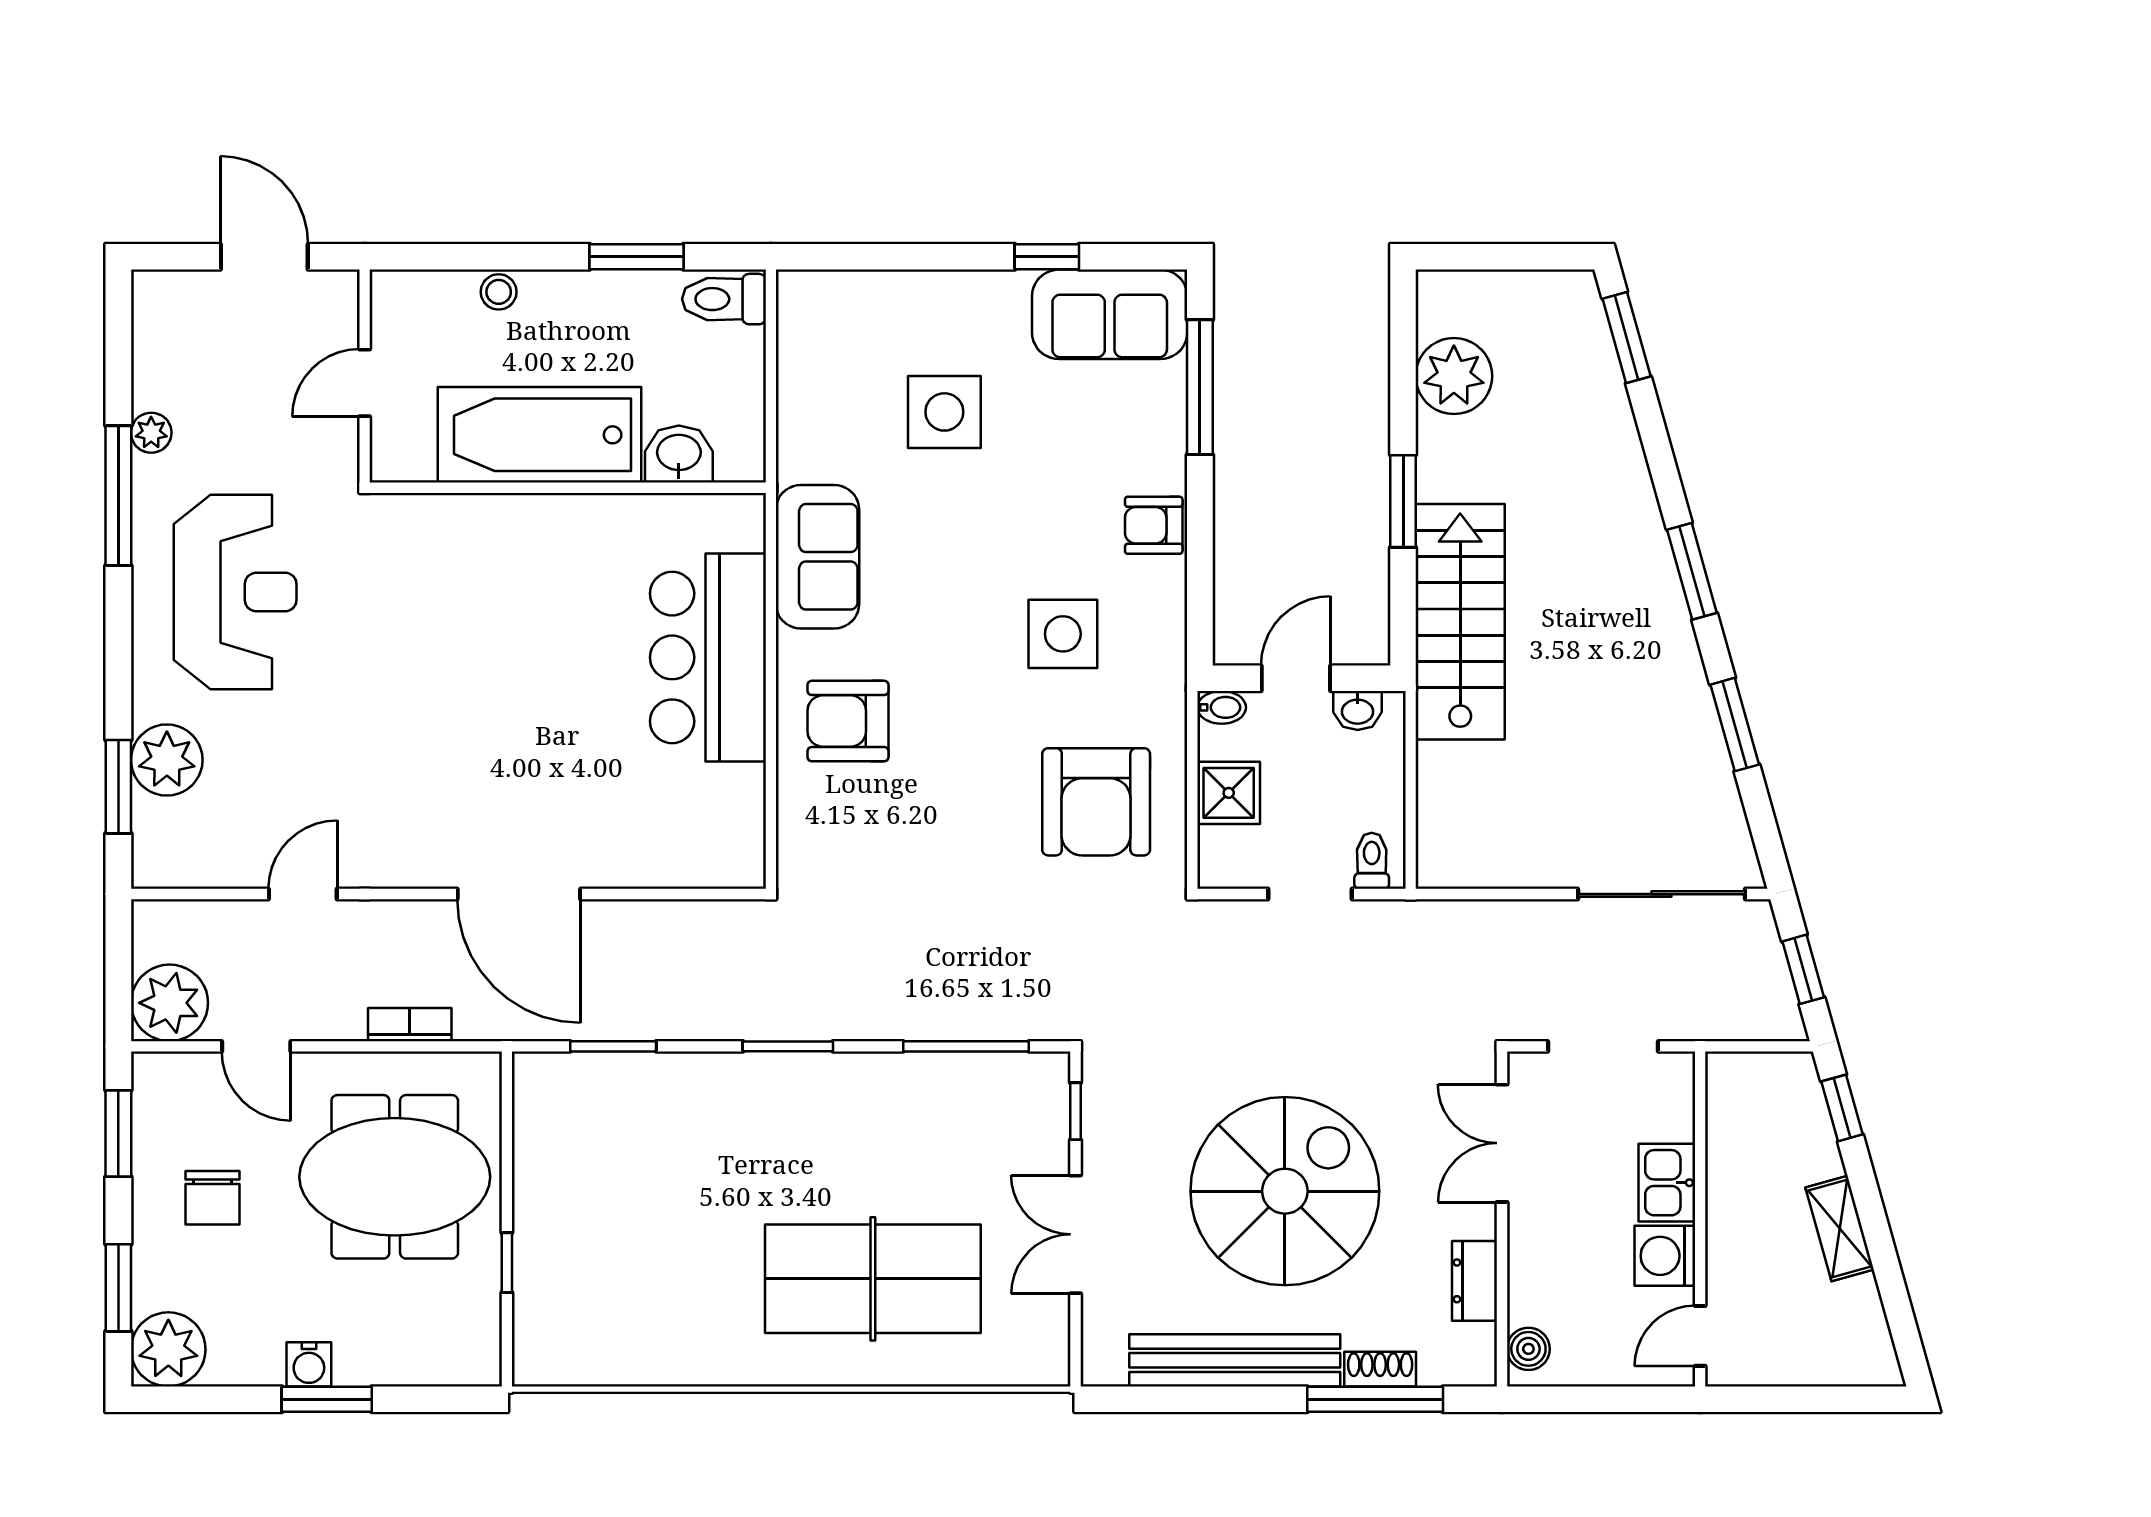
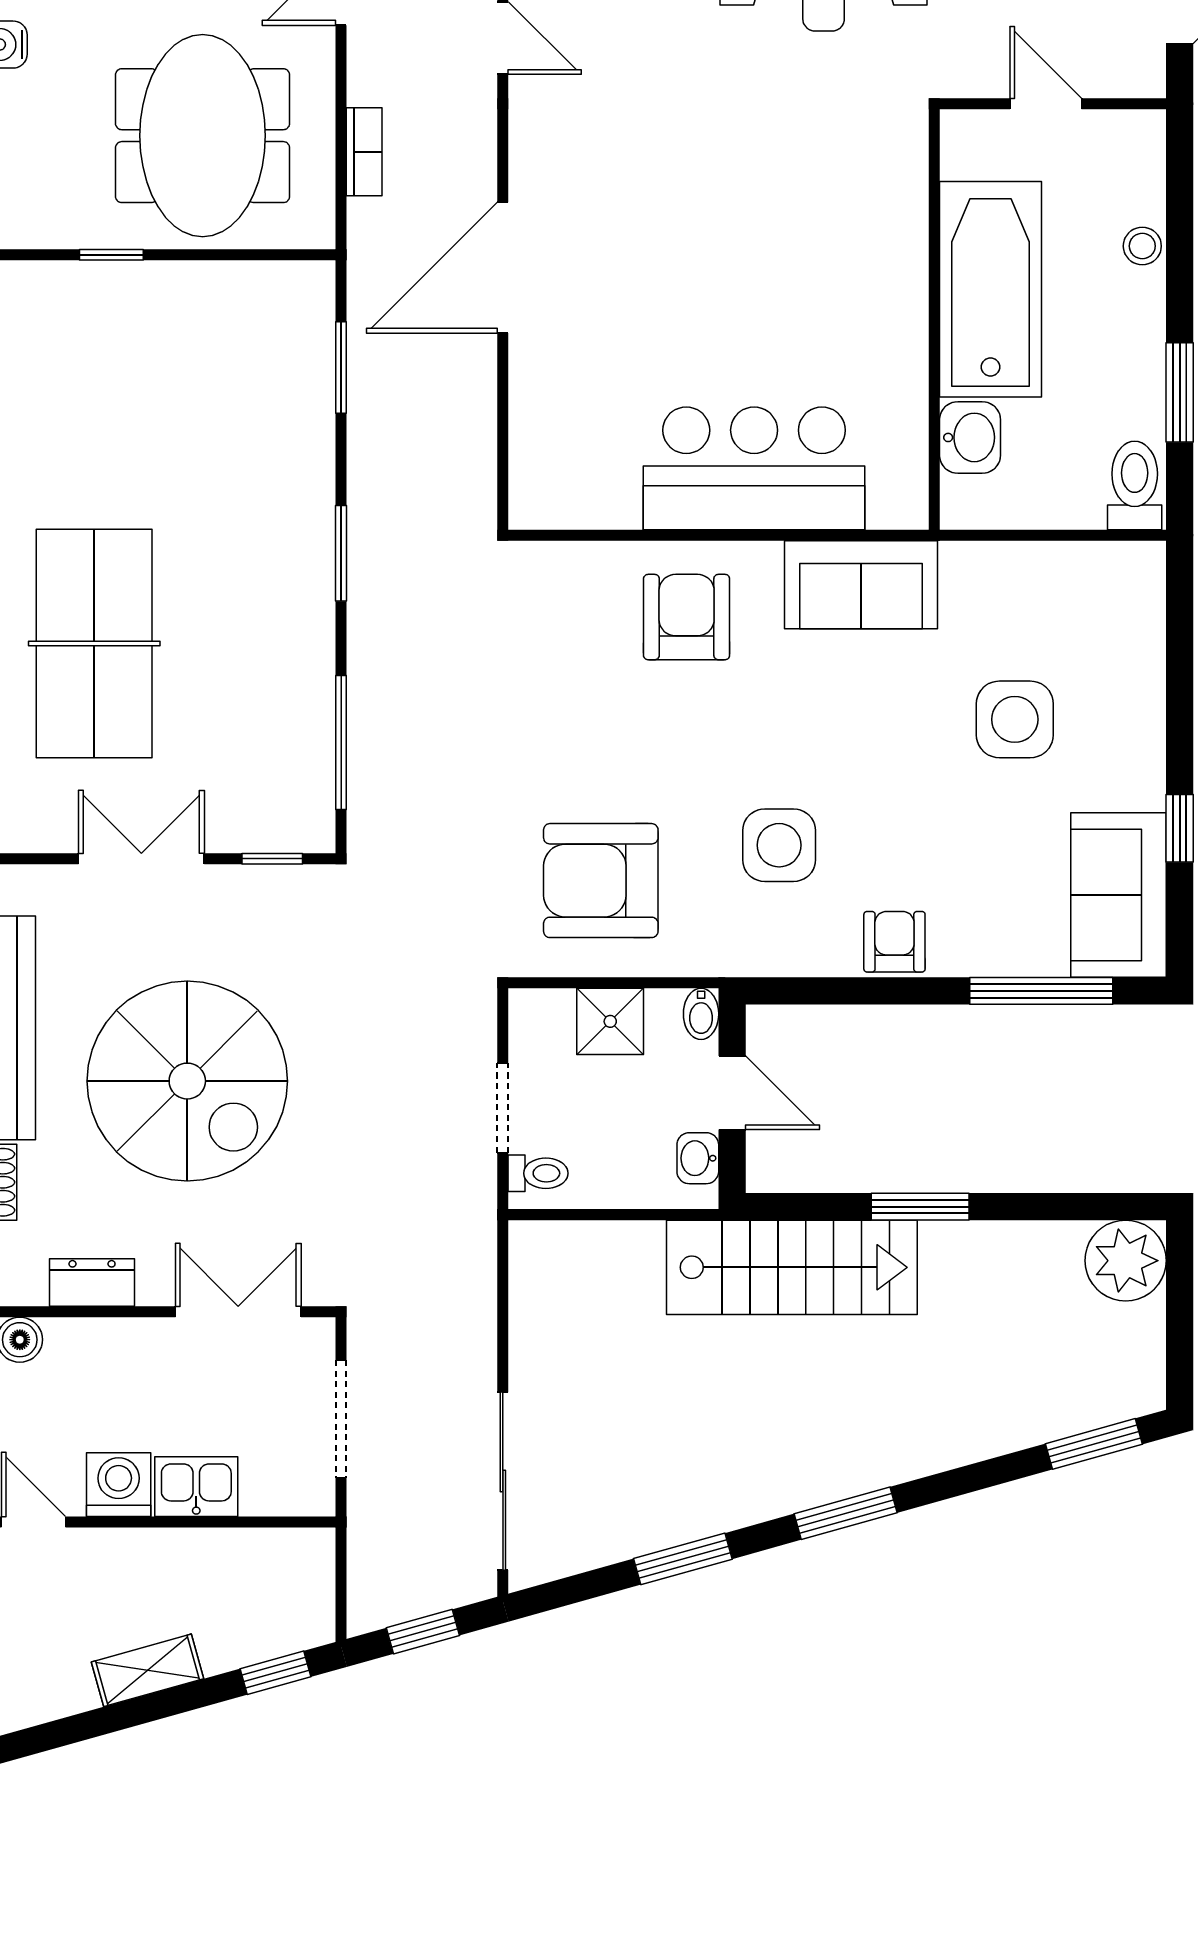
plant: (1454, 376) -> (1126, 1261), moved

